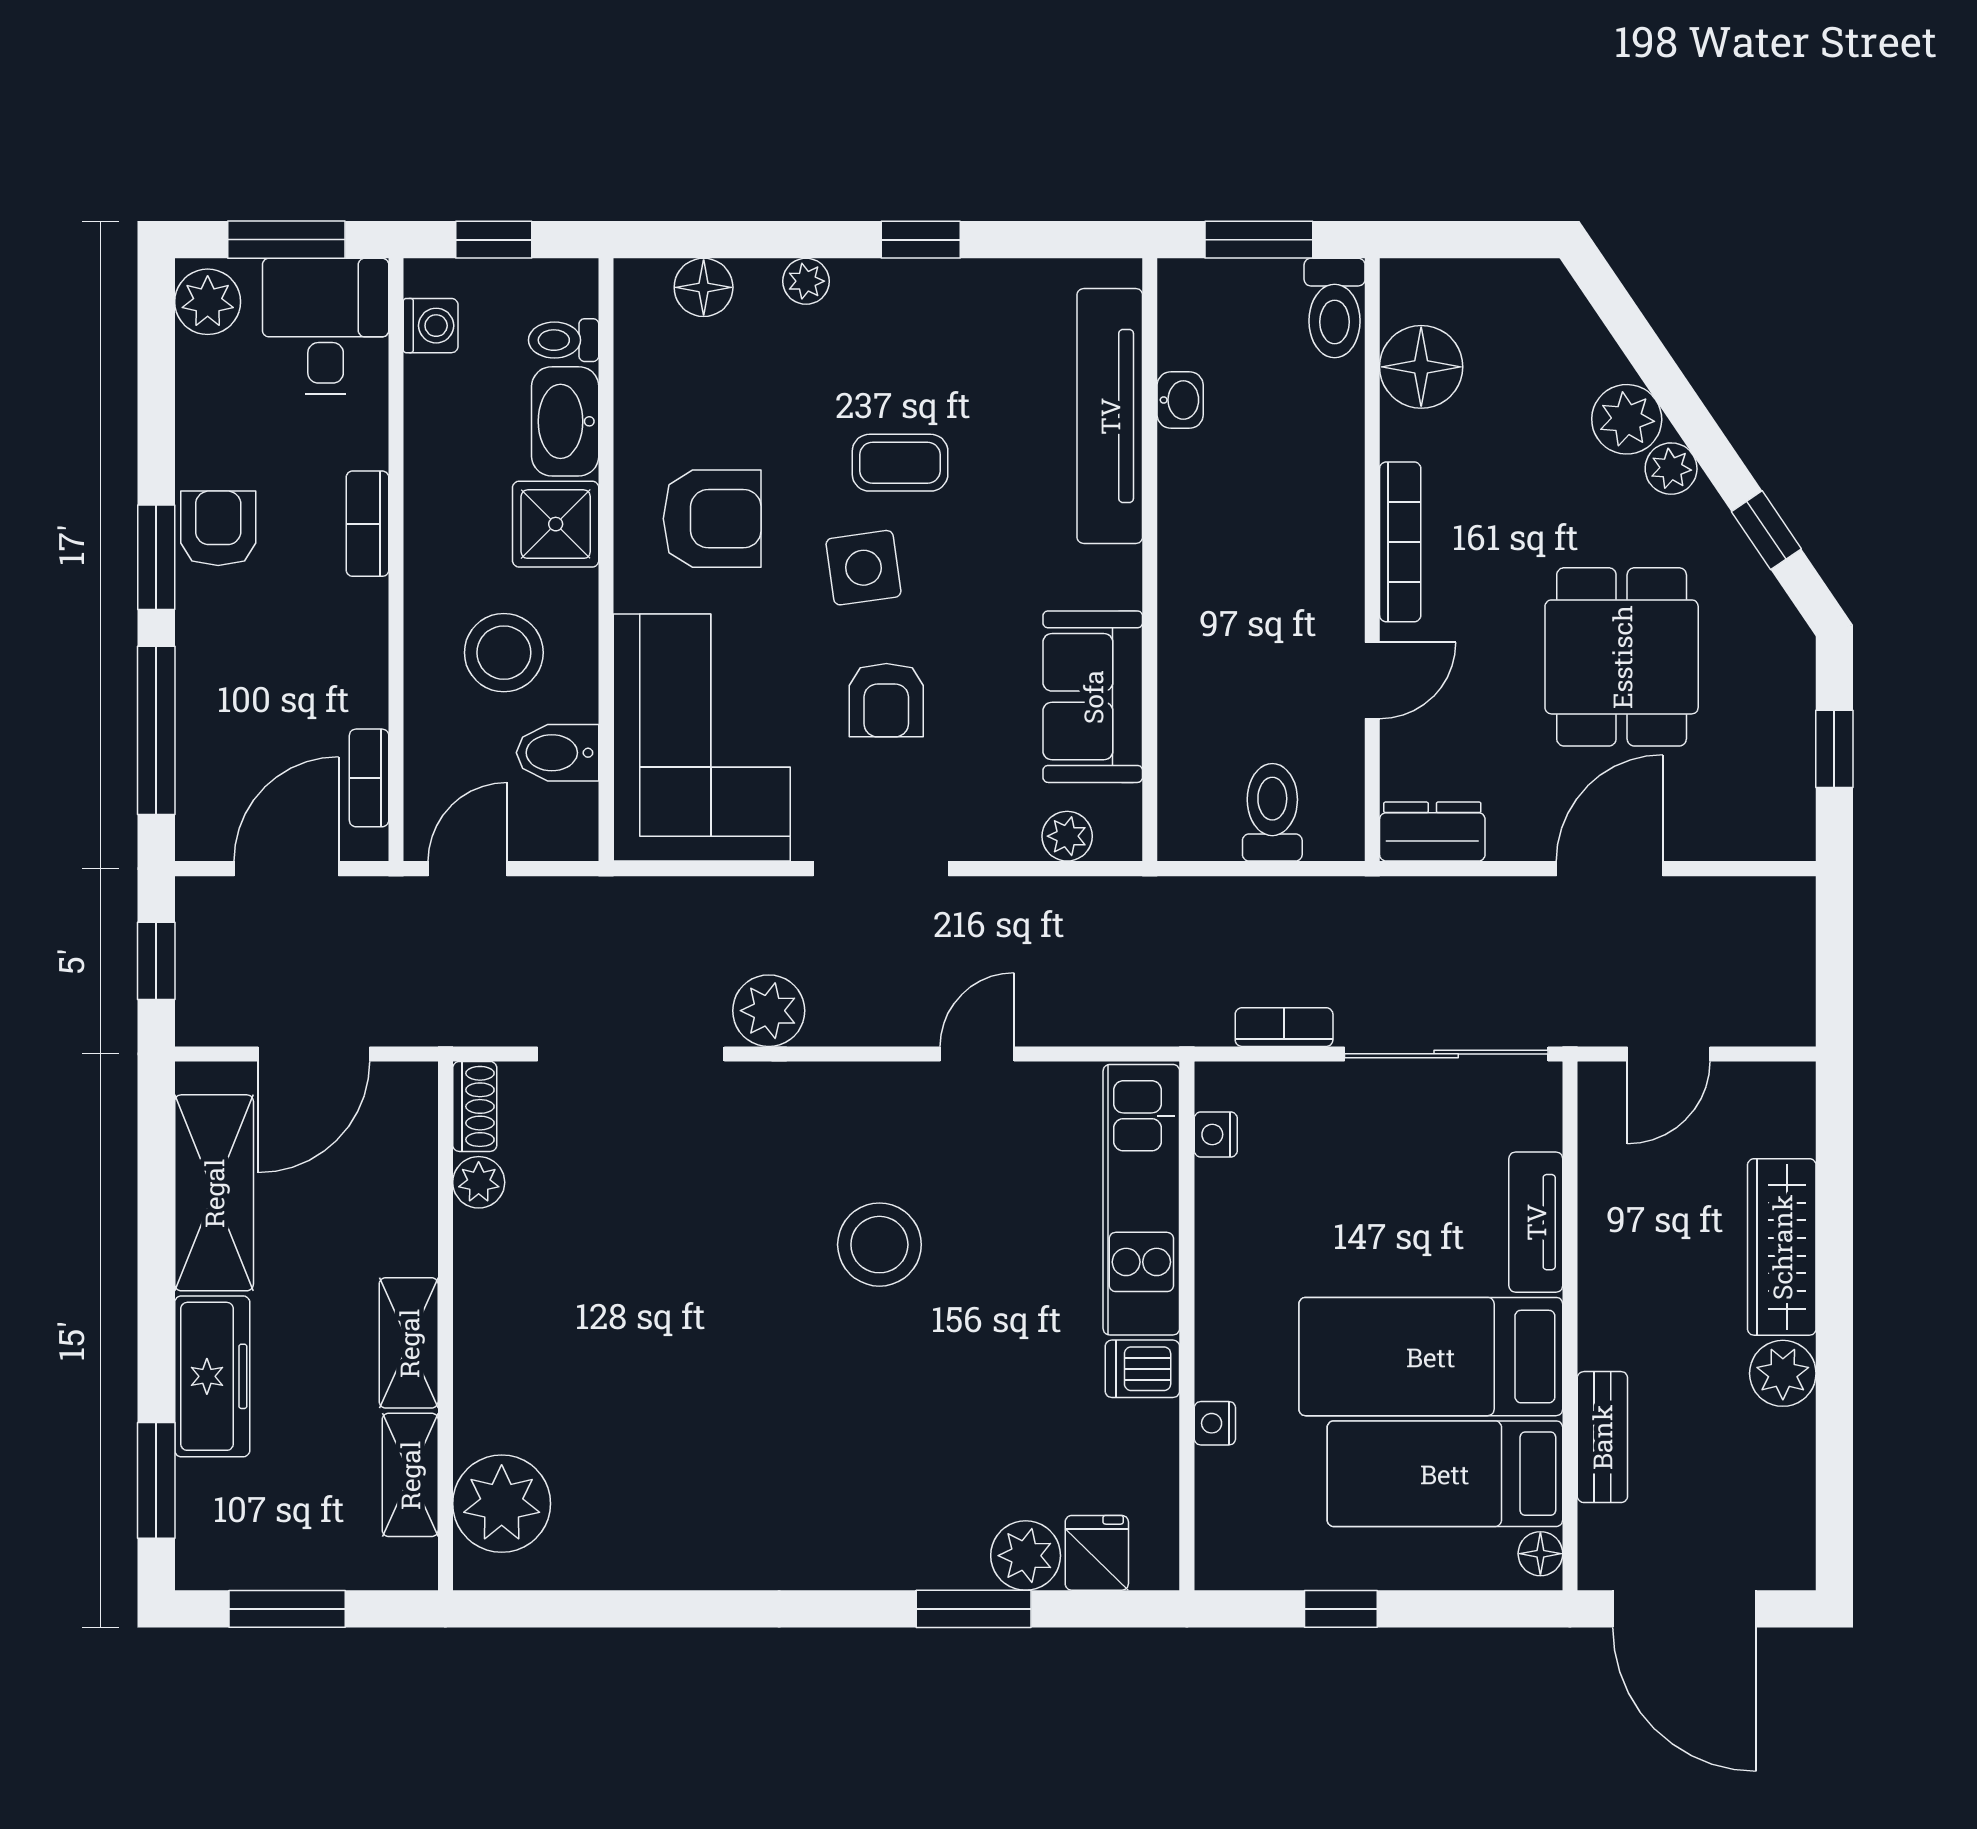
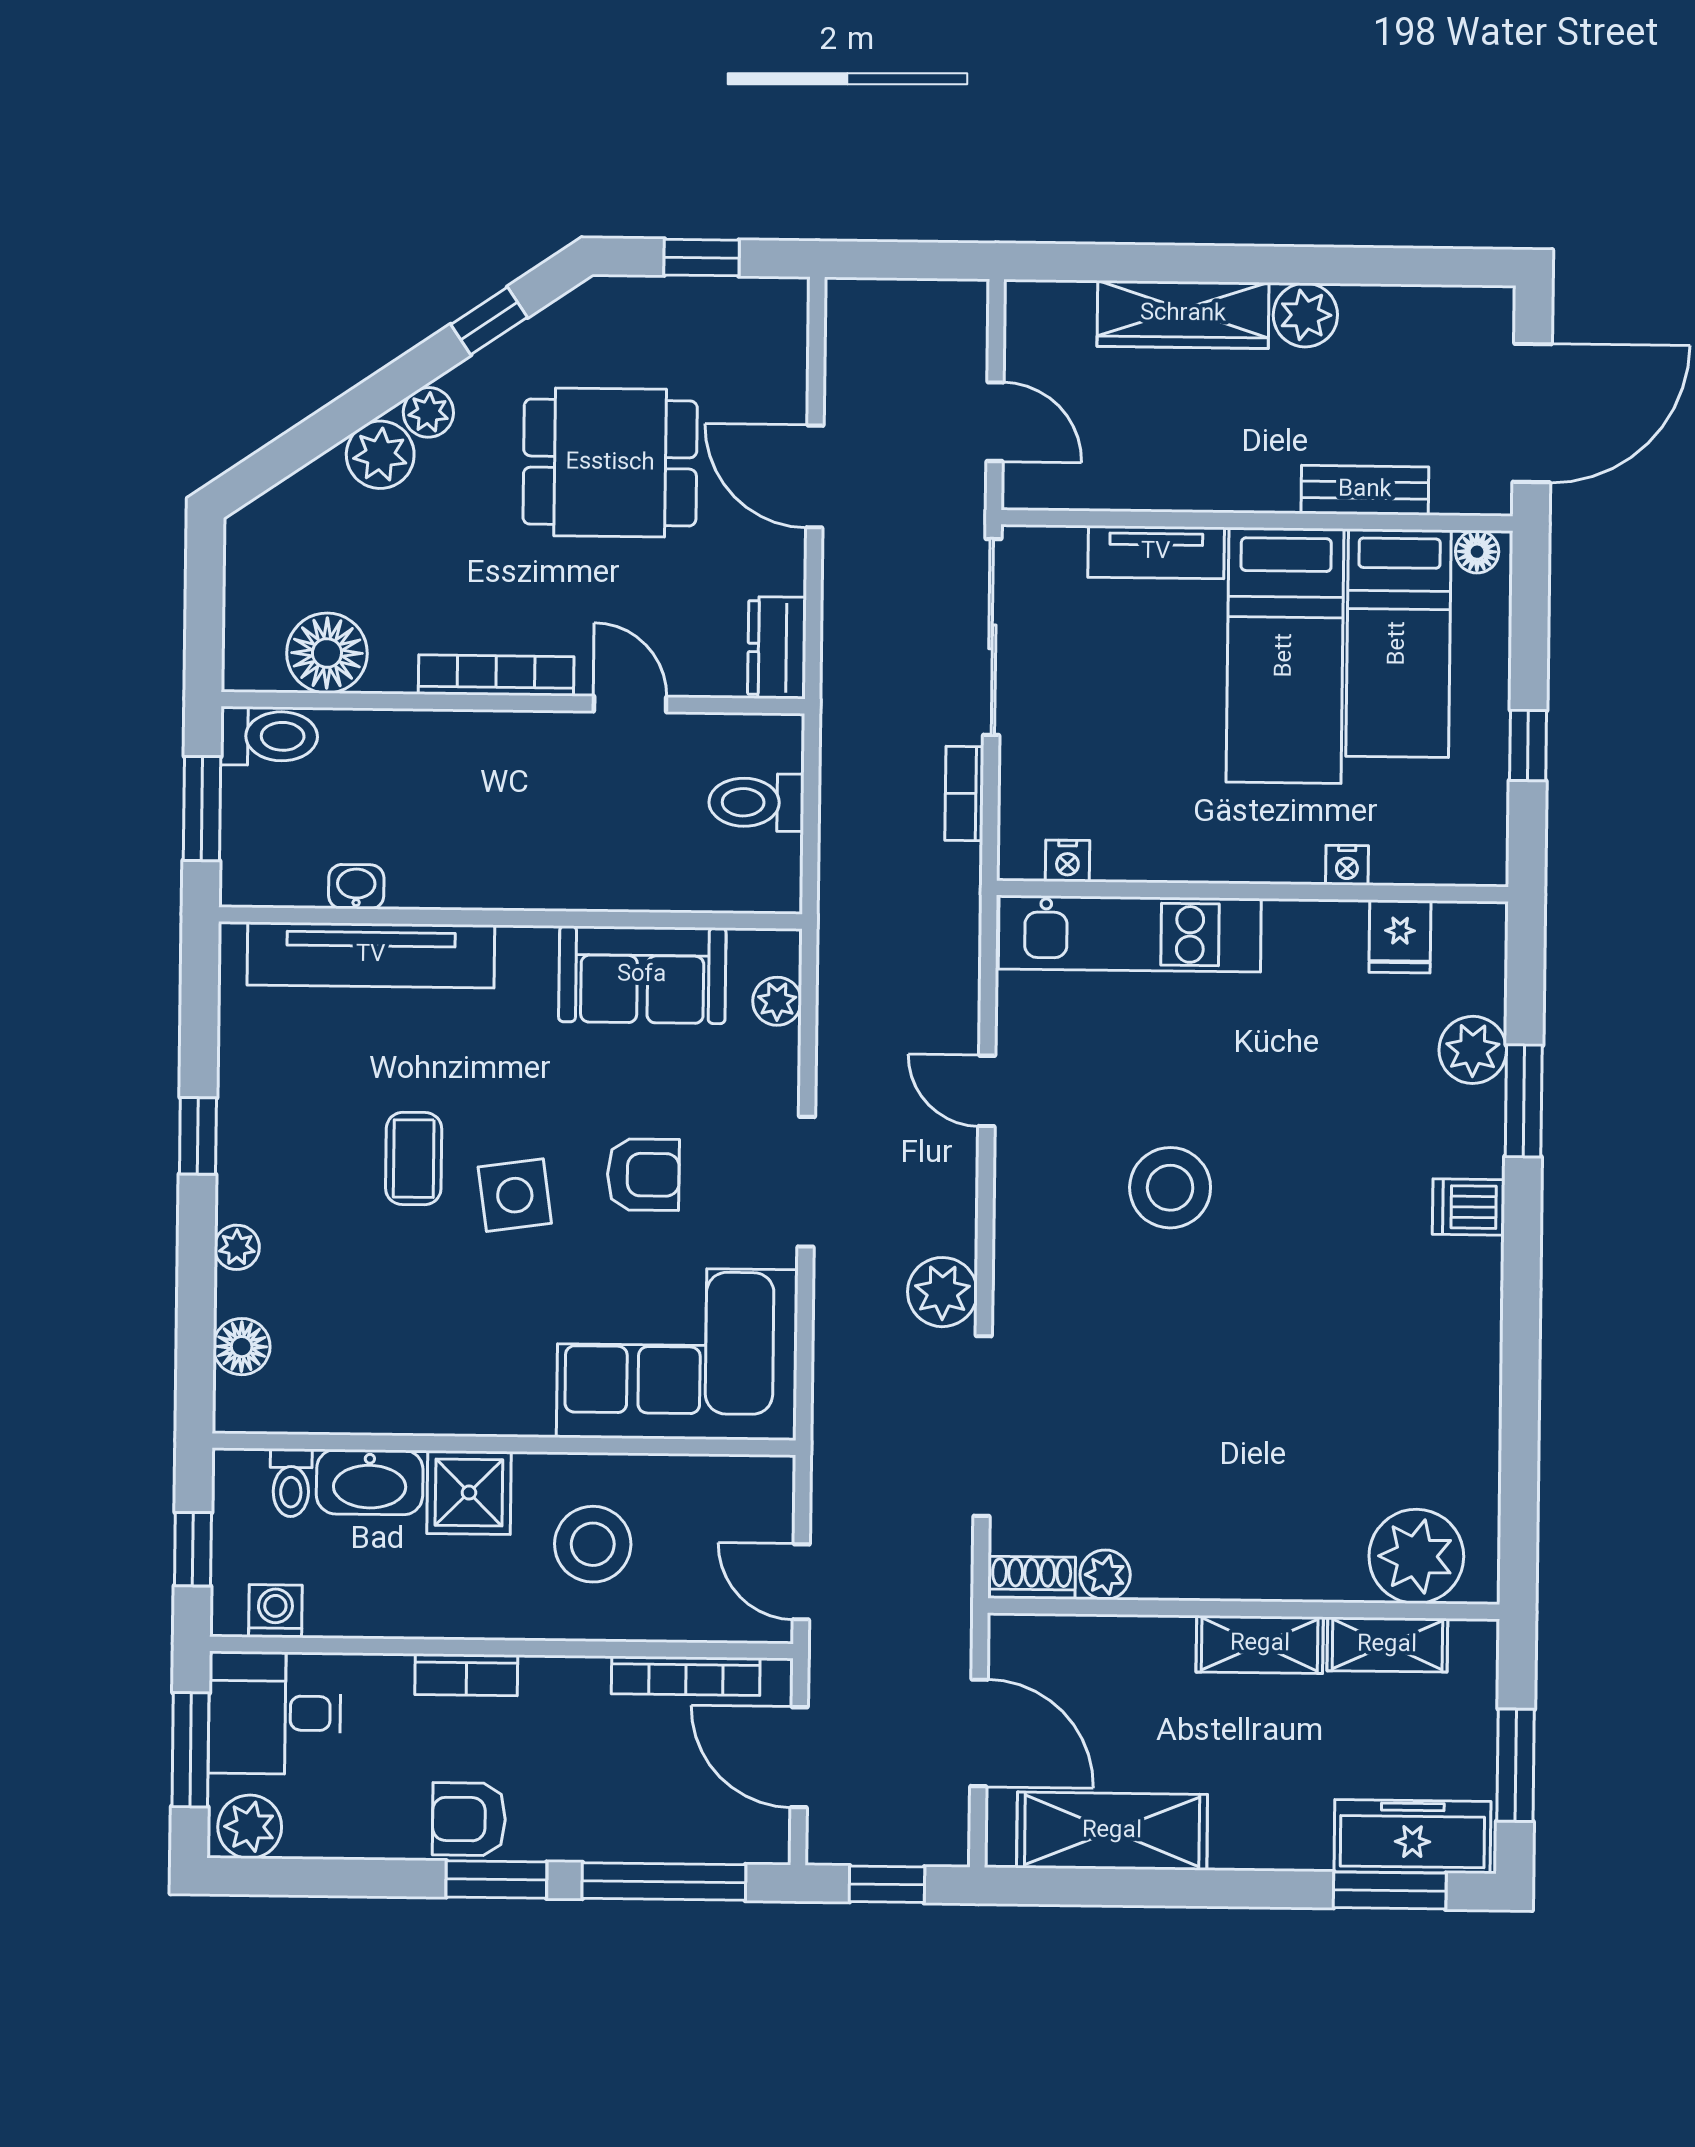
armchair: (712, 519) -> (466, 1341), removed
bidet: (558, 753) -> (690, 1493), removed
bookcase: (369, 778) -> (686, 1676), width x1.56
dishwasher: (1142, 1369) -> (1469, 1207), moved, turned 90
freezer: (212, 1376) -> (1412, 1837), moved
fridge: (1097, 1553) -> (1400, 936), moved, turned -90

